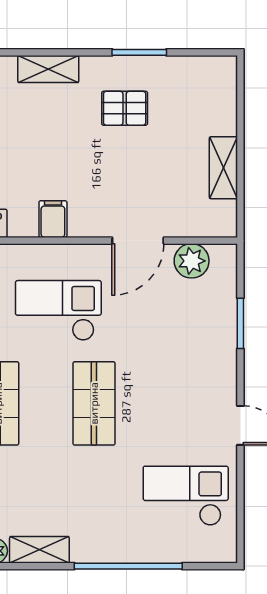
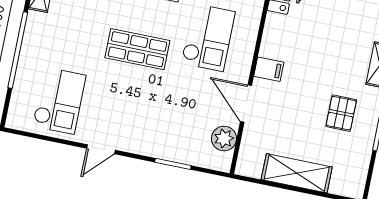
shelving: (223, 168) -> (297, 173), width x1.50, depth x1.33
filing cabinet: (53, 219) -> (269, 69), moved

